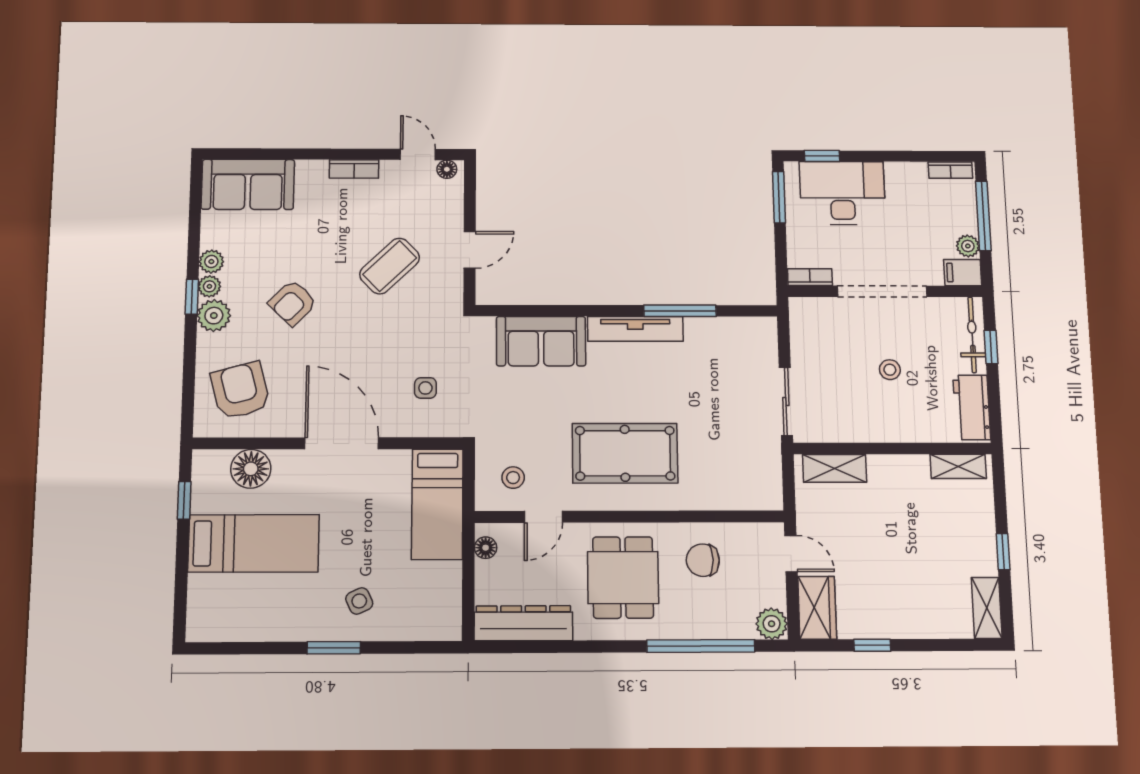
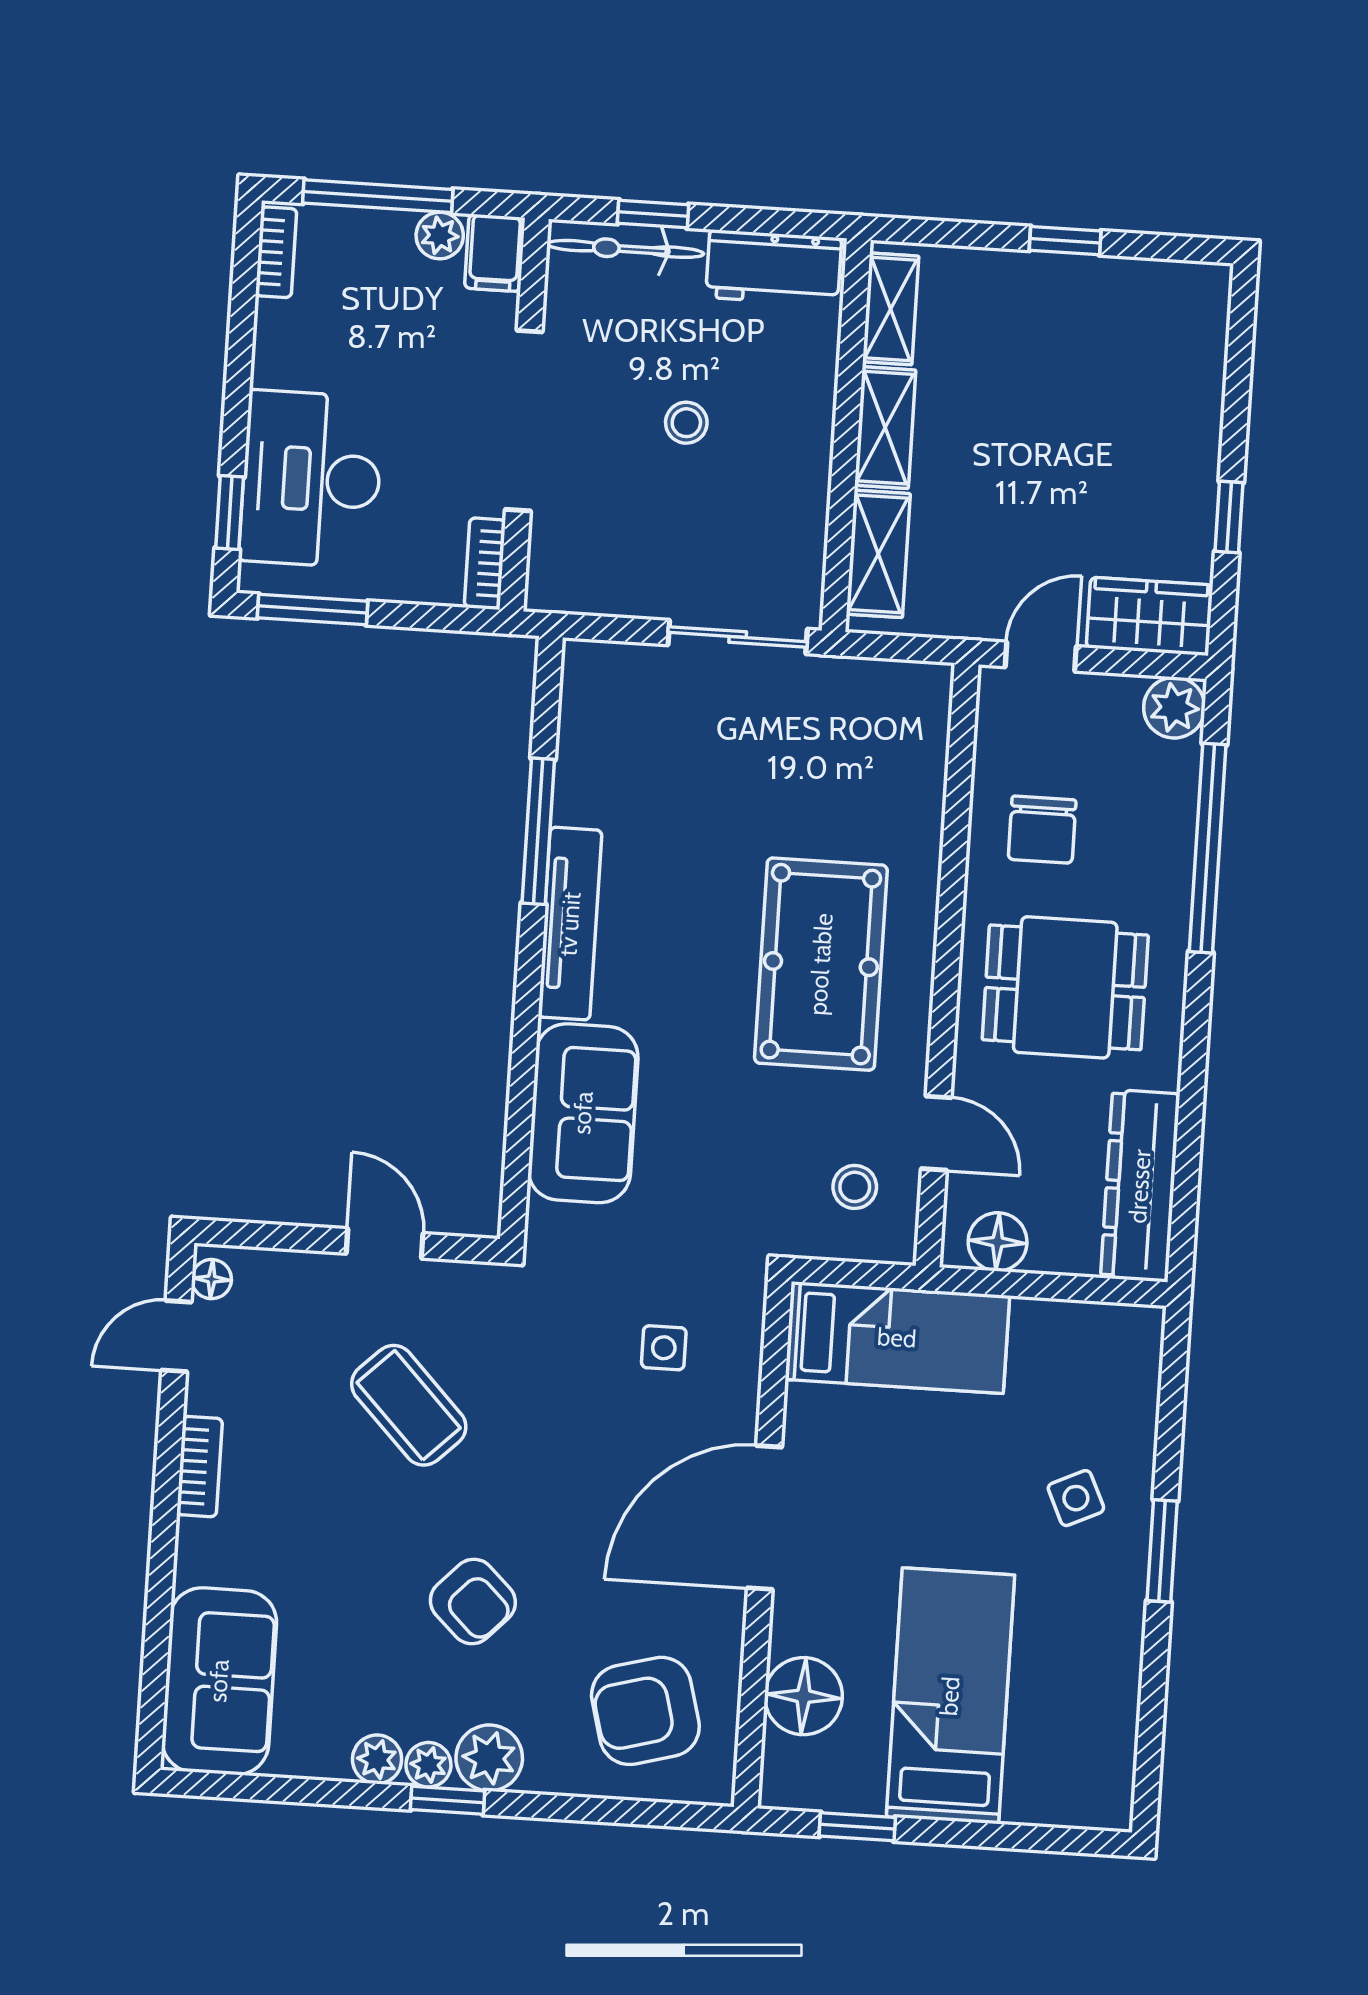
floor lamp: (486, 548) -> (998, 1242), width x1.37, depth x1.37
shelving: (987, 608) -> (885, 428), moved, turned 90

